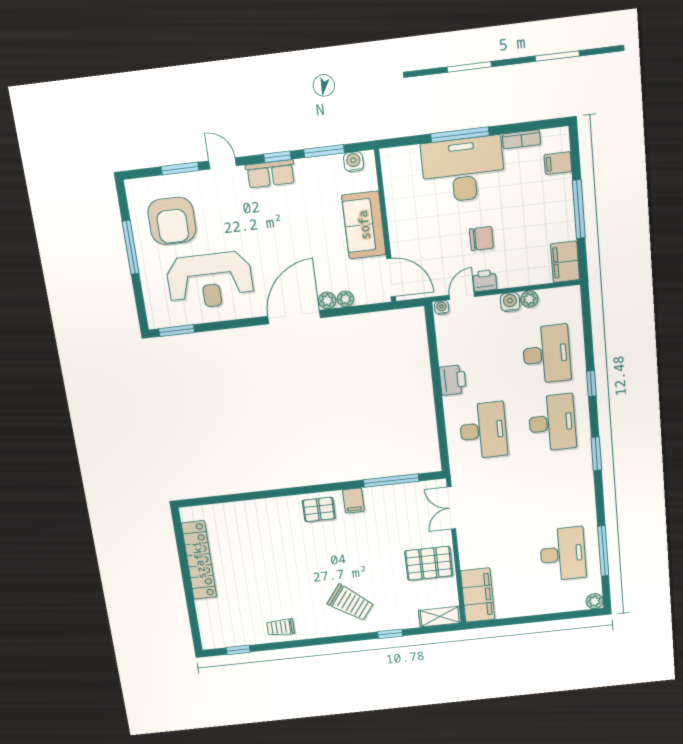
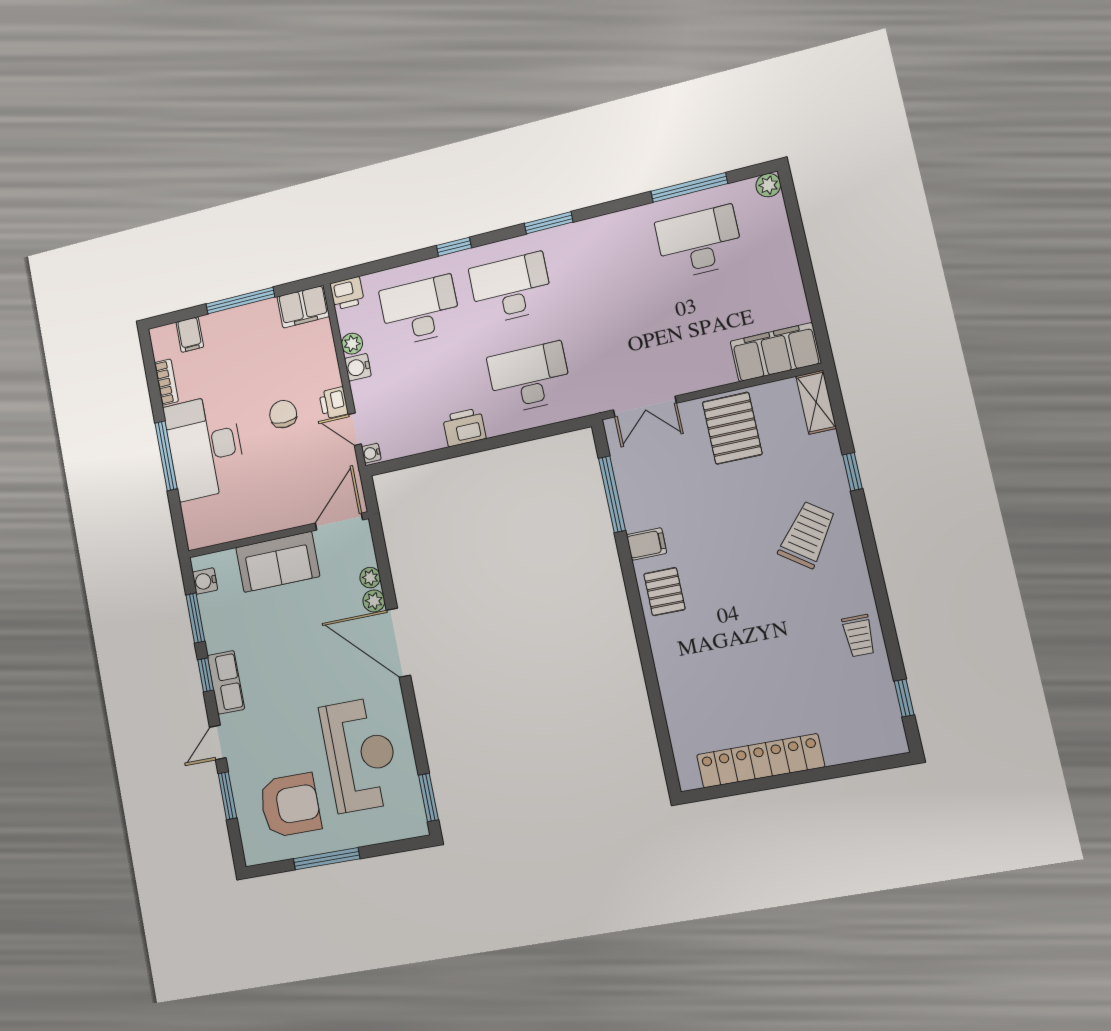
printer: (570, 298) -> (347, 293), added

